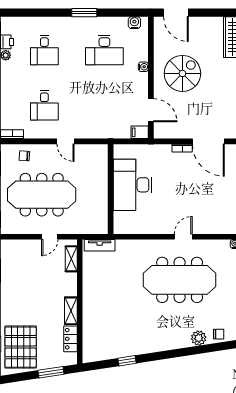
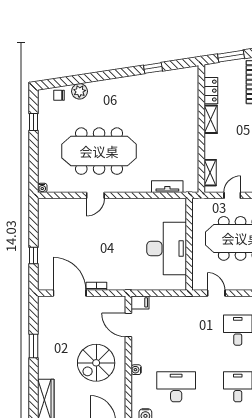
desk: (133, 185) -> (167, 249), moved
wall: (111, 189) -> (189, 244), moved
tv unit: (100, 245) -> (167, 187), moved

